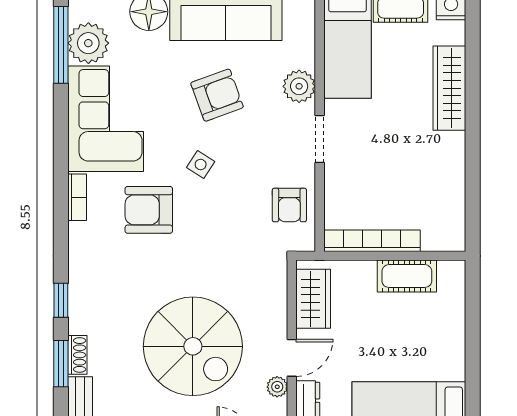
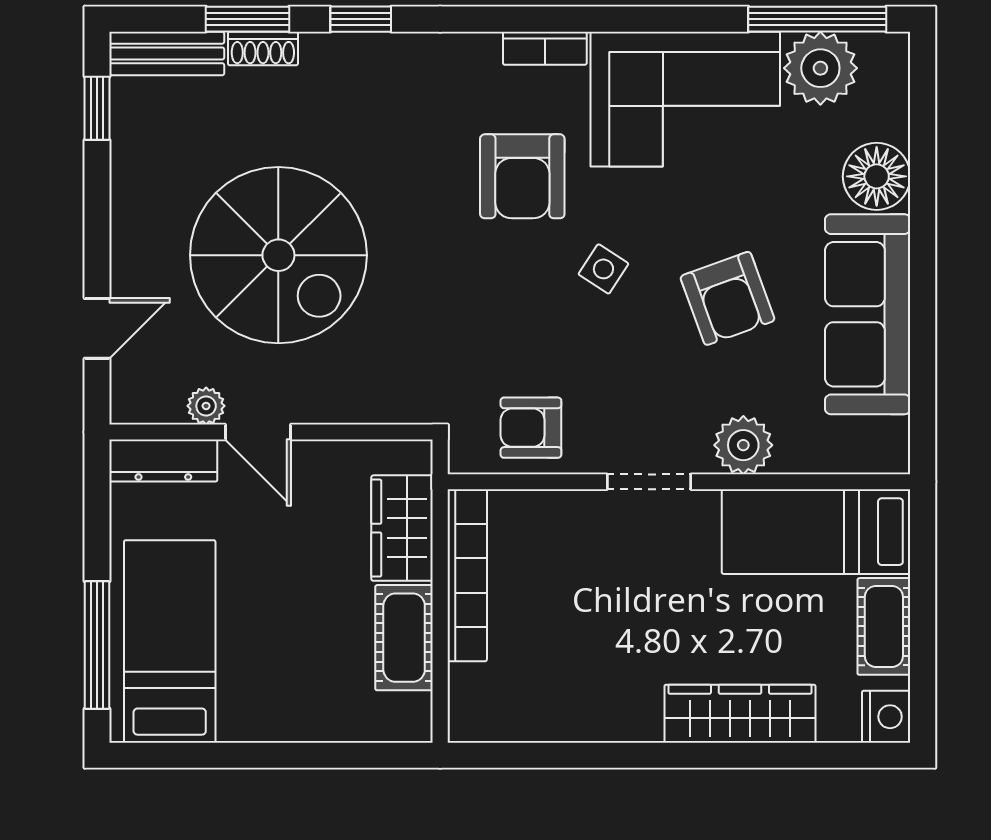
armchair: (149, 210) -> (522, 176), turned 180
wardrobe: (313, 299) -> (402, 528), moved, turned 90
spiral stairs: (193, 346) -> (278, 255), turned -90

